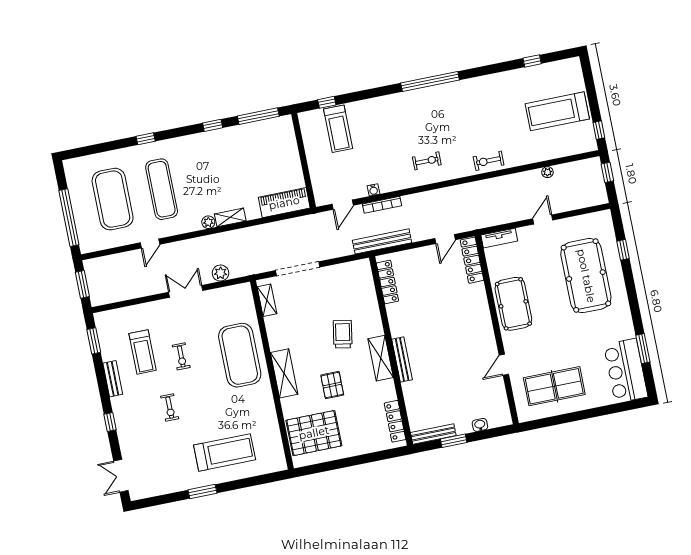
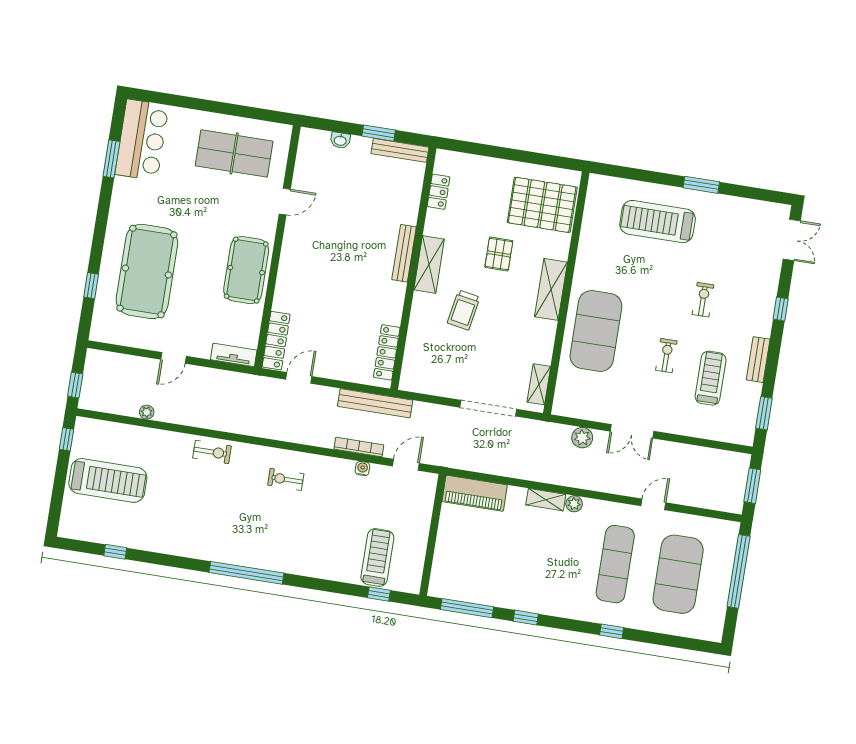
locker: (395, 421) -> (439, 192), width x0.66

